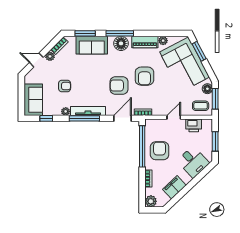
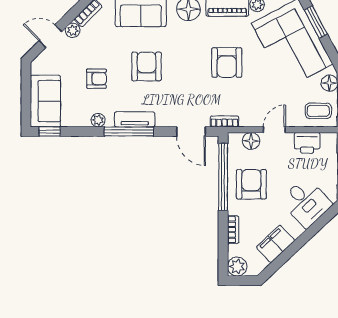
armchair: (119, 85) -> (147, 66), moved, turned 90
tv unit: (88, 111) -> (135, 119), width x0.71
window: (46, 118) -> (50, 131), moved
door: (123, 118) -> (191, 131), swing flipped
floor lamp: (159, 124) -> (251, 141), added

